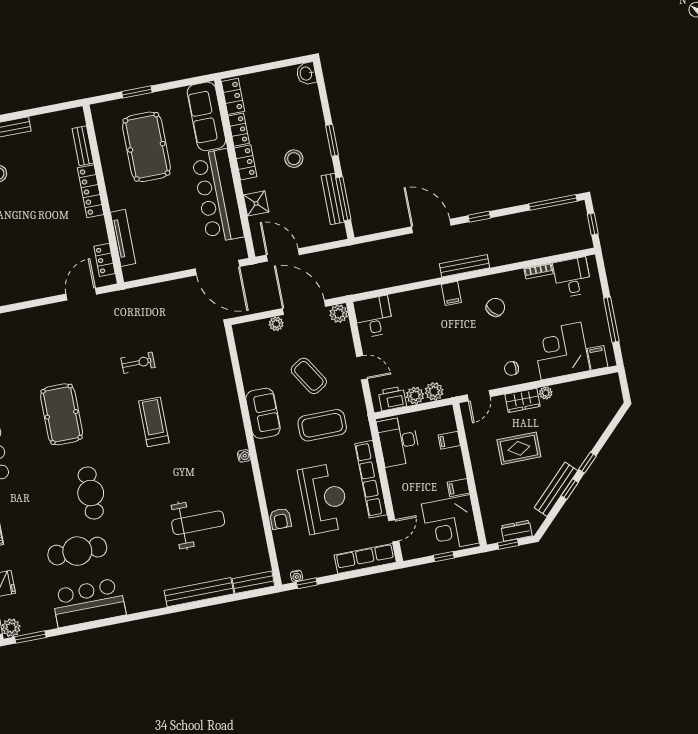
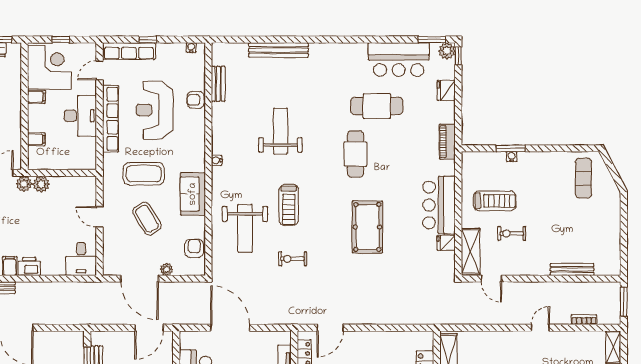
door: (283, 255) -> (149, 328), hinge flipped
door: (217, 268) -> (230, 328), moved
plant: (339, 314) -> (111, 268), removed
armchair: (250, 353) -> (194, 248), added
weight bench: (198, 386) -> (245, 228), added
plant: (415, 396) -> (24, 184), moved
printer: (392, 398) -> (29, 266), moved, turned 180
desk: (399, 441) -> (80, 116), moved
armchair: (280, 519) -> (196, 100), turned -90
weight bench: (198, 523) -> (280, 131), moved, turned 90
bench: (253, 582) -> (218, 84), moved, turned 90
window: (307, 583) -> (148, 40), moved
bar counter: (89, 603) -> (399, 60), moved

